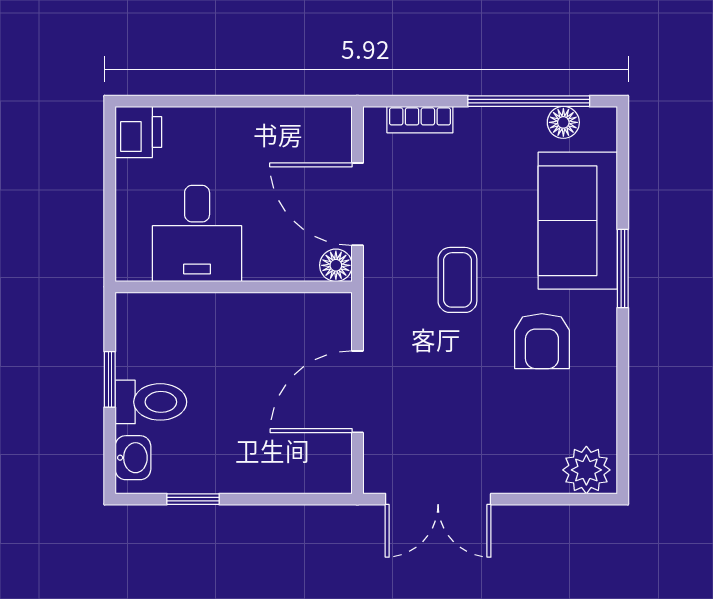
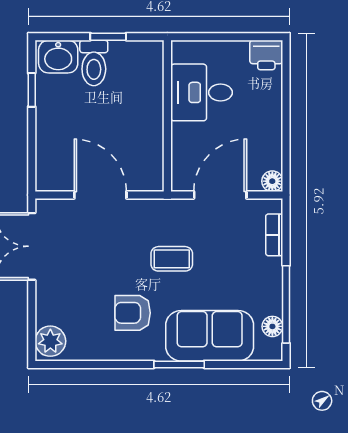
floor lamp: (336, 265) -> (272, 181), moved
washbasin: (133, 458) -> (58, 57), width x1.38, depth x1.45

